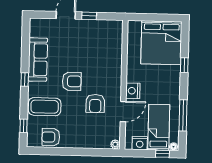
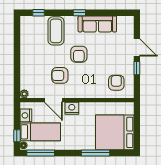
window: (184, 65) -> (95, 153), width x2.17
window: (183, 115) -> (41, 153), moved
armchair: (51, 137) -> (116, 83), moved

